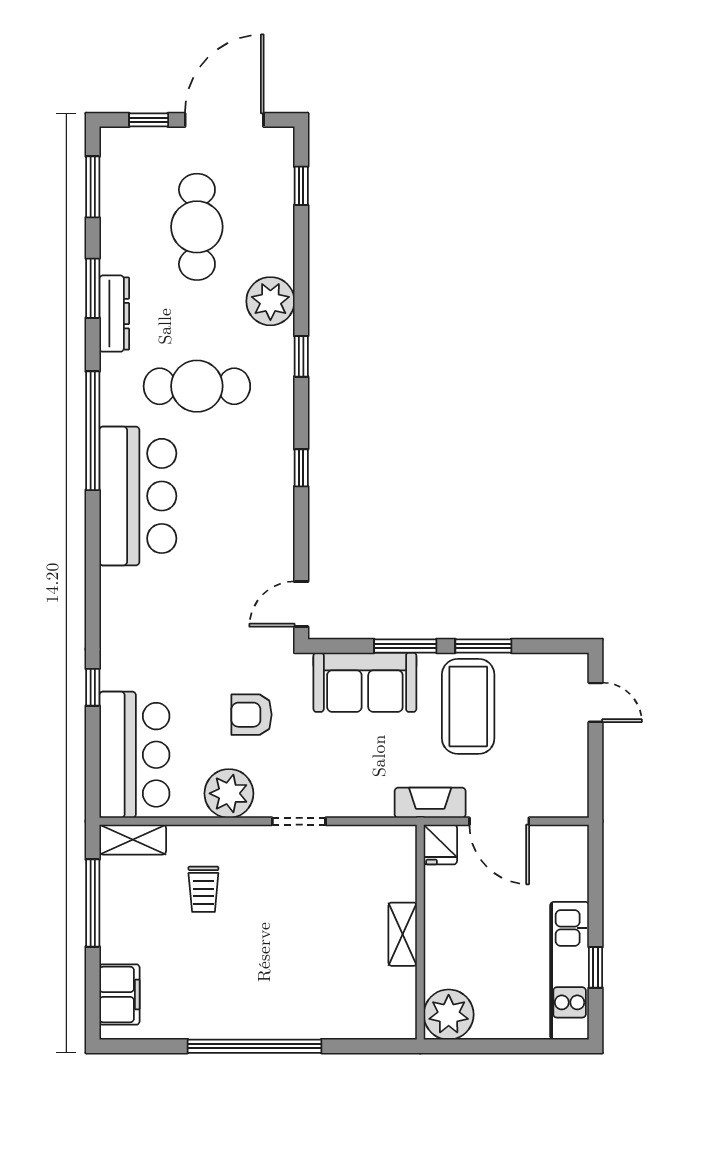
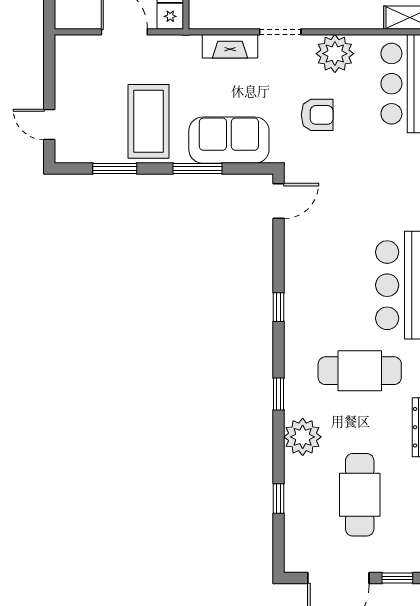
window: (301, 186) -> (279, 499), moved
window: (483, 646) -> (115, 168), moved
fireplace: (430, 803) -> (230, 46), moved

